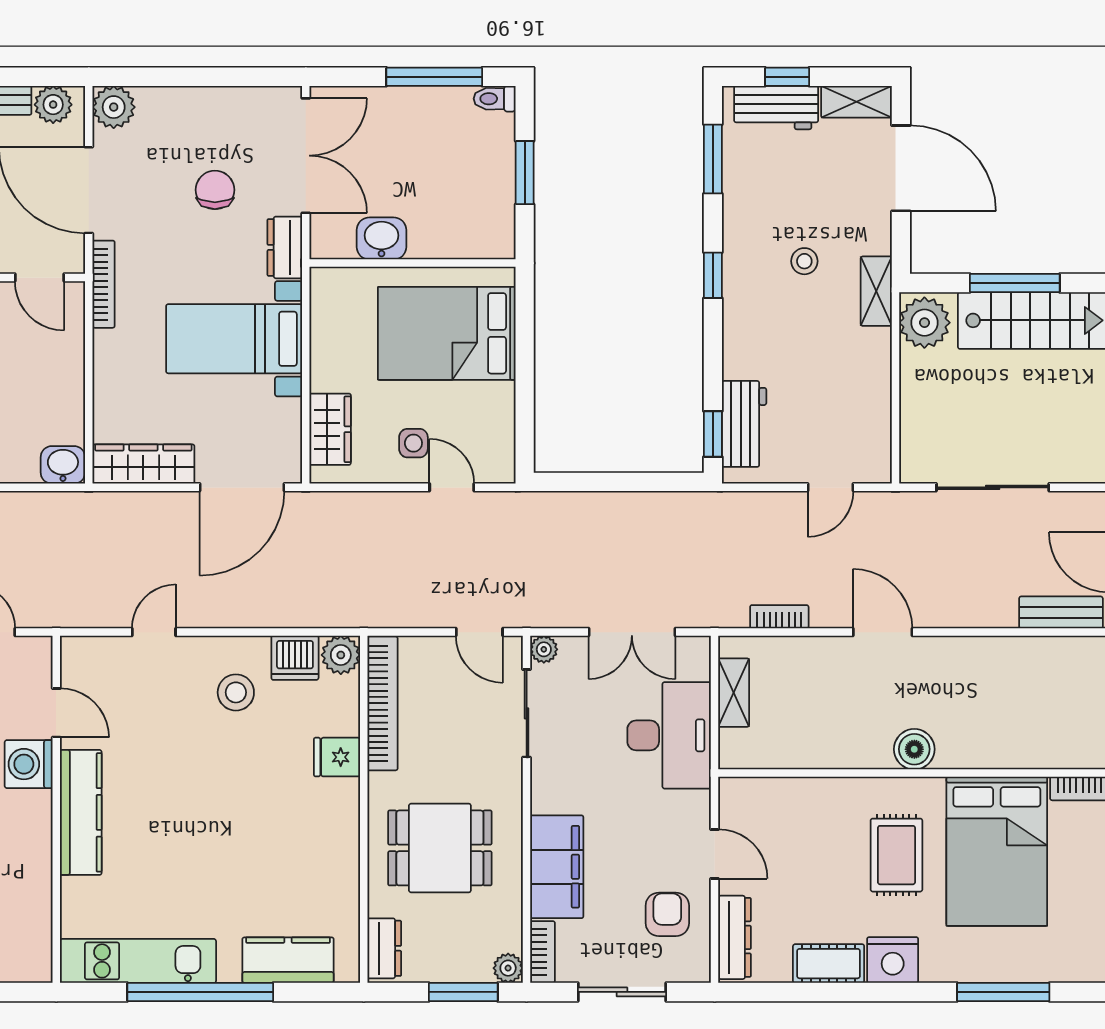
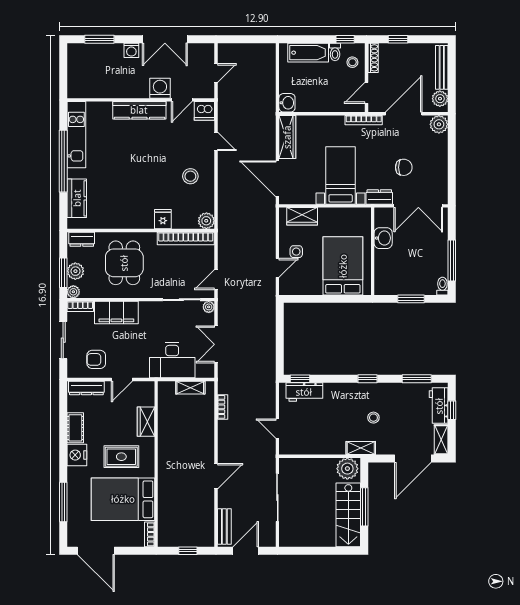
door: (883, 632) -> (216, 476), moved
dishwasher: (295, 658) -> (204, 111), moved, turned -90
boiler: (914, 749) -> (166, 464), removed
wardrobe: (814, 797) -> (146, 422), added
armchair: (667, 914) -> (96, 359), turned 180
plant: (459, 963) -> (75, 271), added

